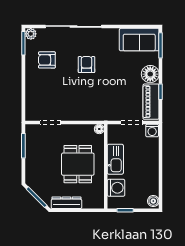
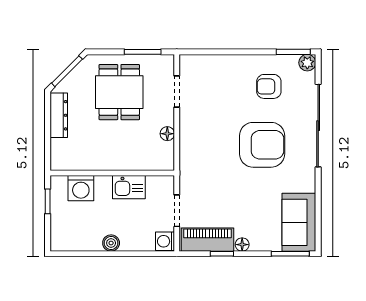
armchair: (47, 60) -> (269, 86), turned -90
armchair: (87, 65) -> (262, 145), width x1.88, depth x1.88
floor lamp: (150, 74) -> (242, 245), width x0.53, depth x0.53
floor lamp: (99, 129) -> (167, 134), moved
kitchen sink: (115, 159) -> (129, 187), width x0.73
dining table: (78, 164) -> (119, 92), moved, turned 90
boiler: (153, 201) -> (111, 243), moved

